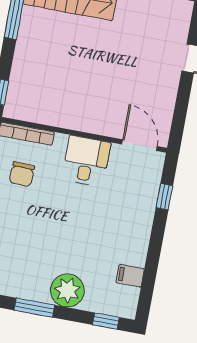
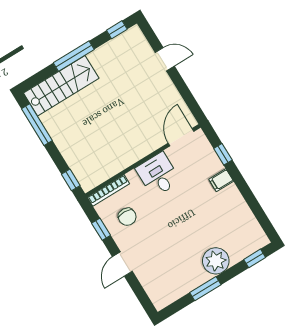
door: (140, 145) -> (181, 137), hinge flipped
filing cabinet: (130, 276) -> (221, 180), moved

